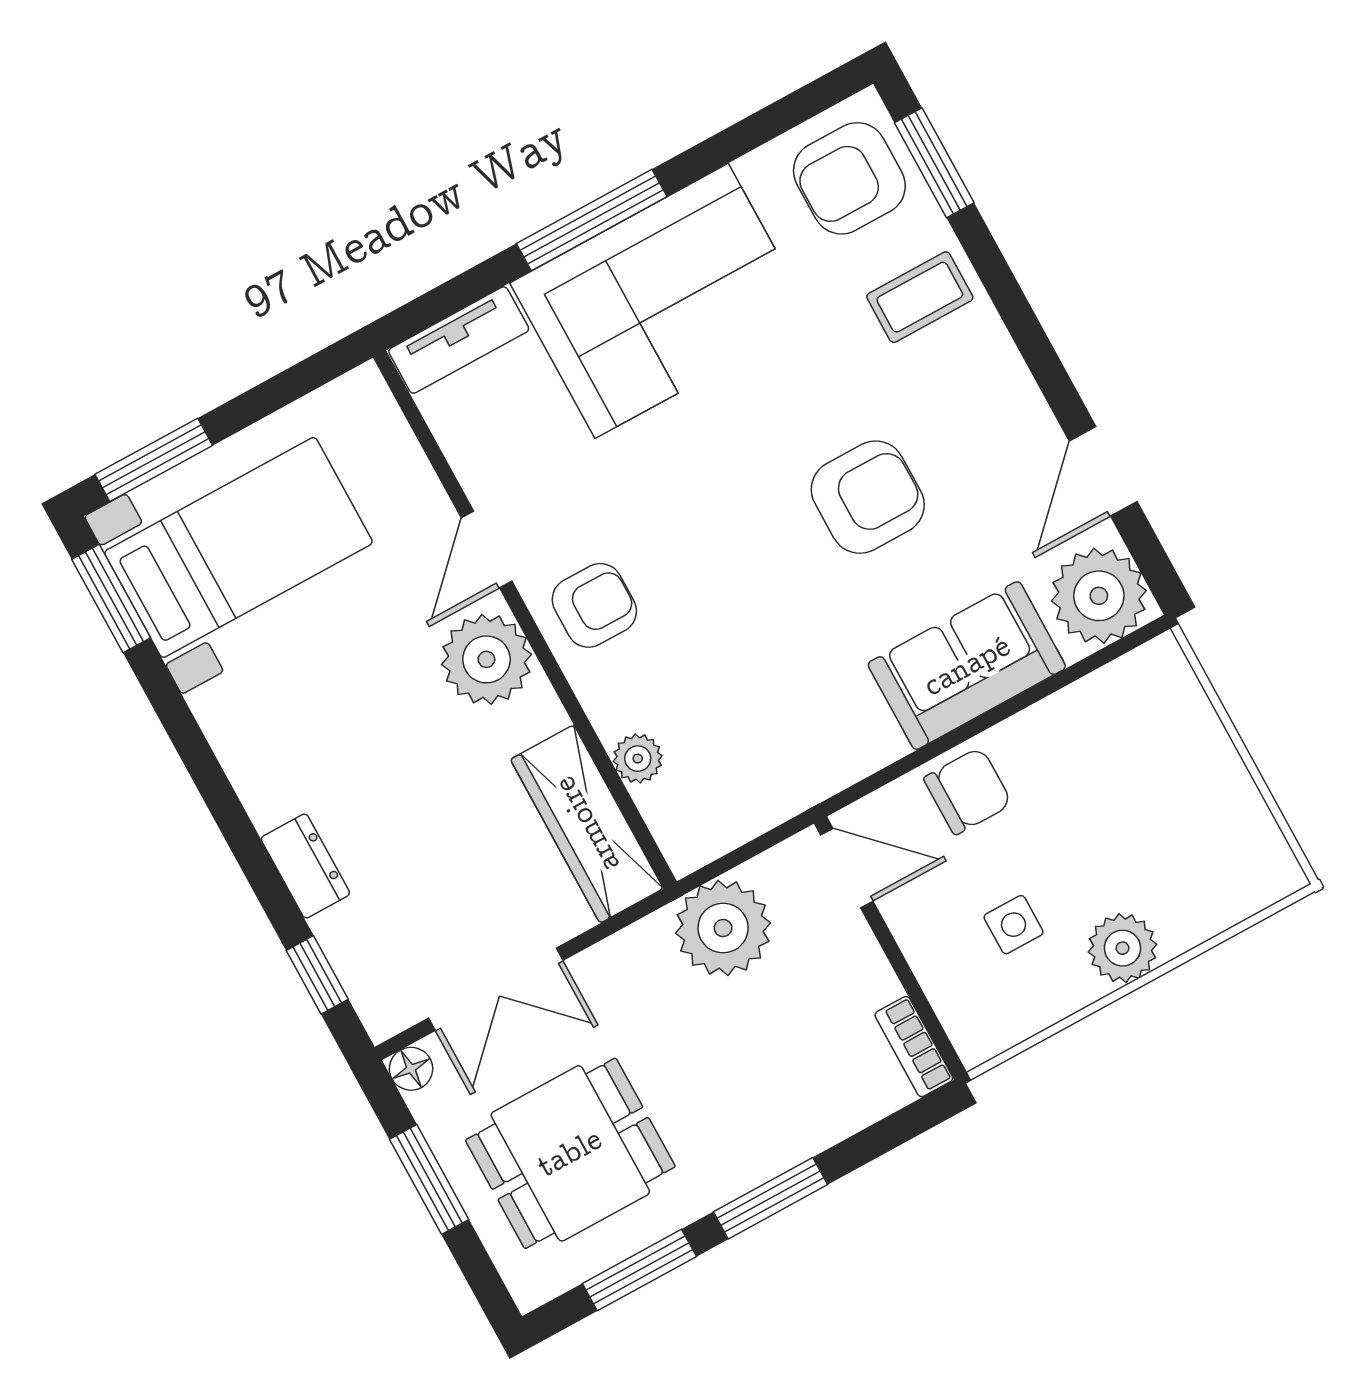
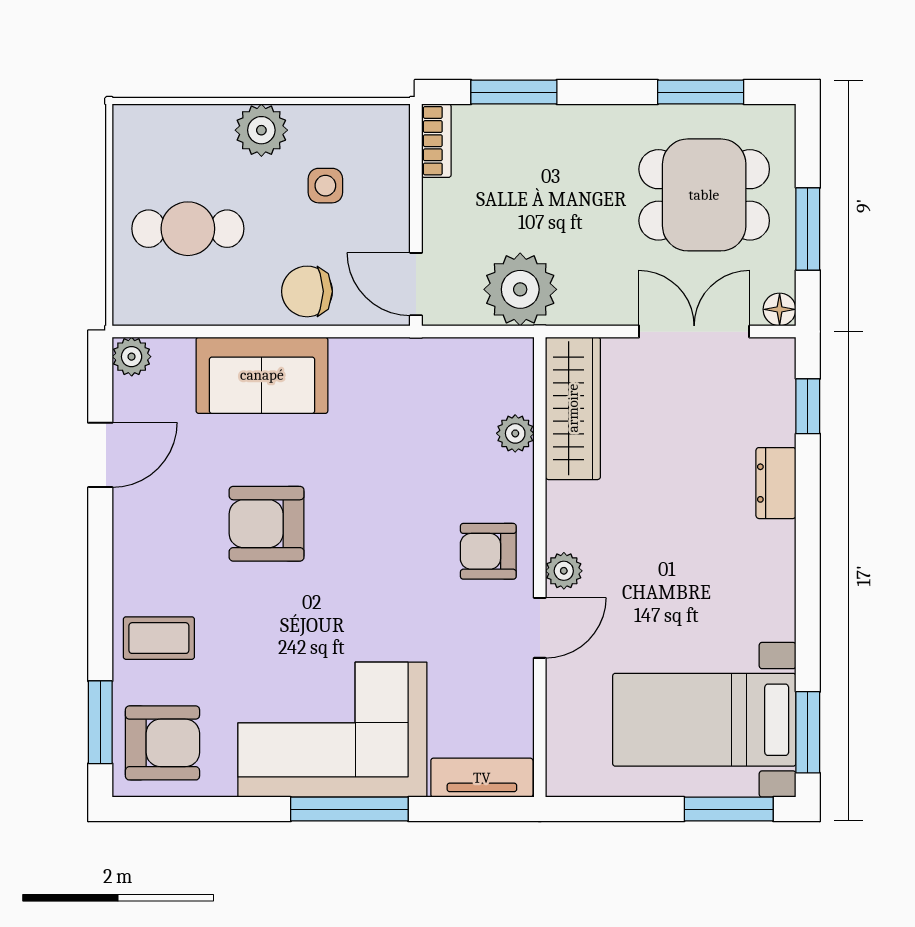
plant: (1099, 596) -> (132, 357), width x0.53, depth x0.53
plant: (486, 659) -> (564, 571), width x0.53, depth x0.53
cafe table: (1145, 788) -> (188, 229), added
window: (771, 1198) -> (514, 92), moved

